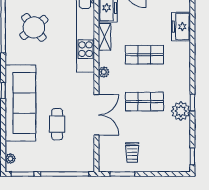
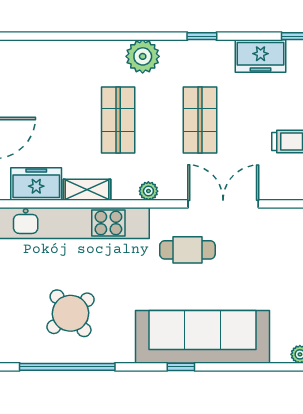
freezer: (181, 27) -> (261, 56), moved
plant: (181, 111) -> (143, 56), moved
cafe table: (57, 124) -> (187, 250), moved

